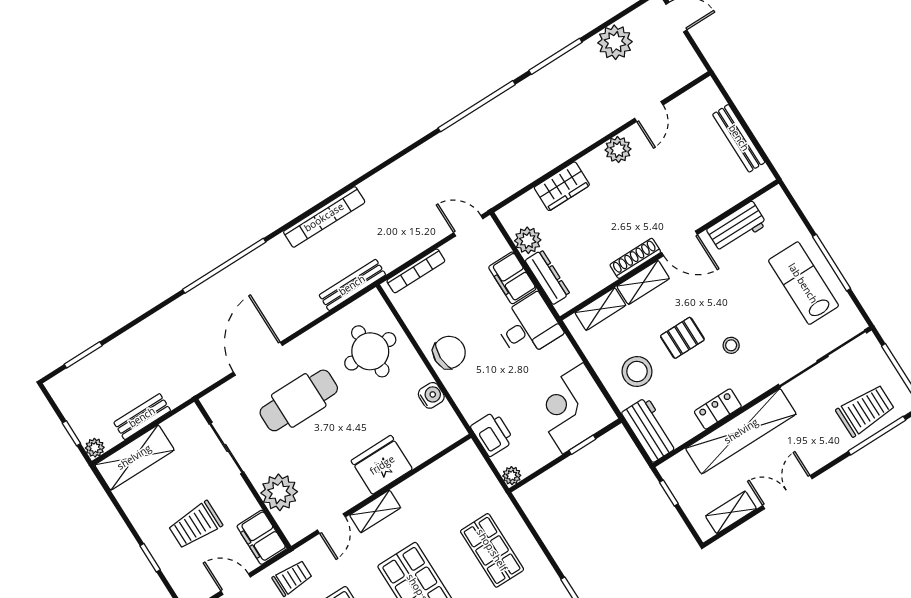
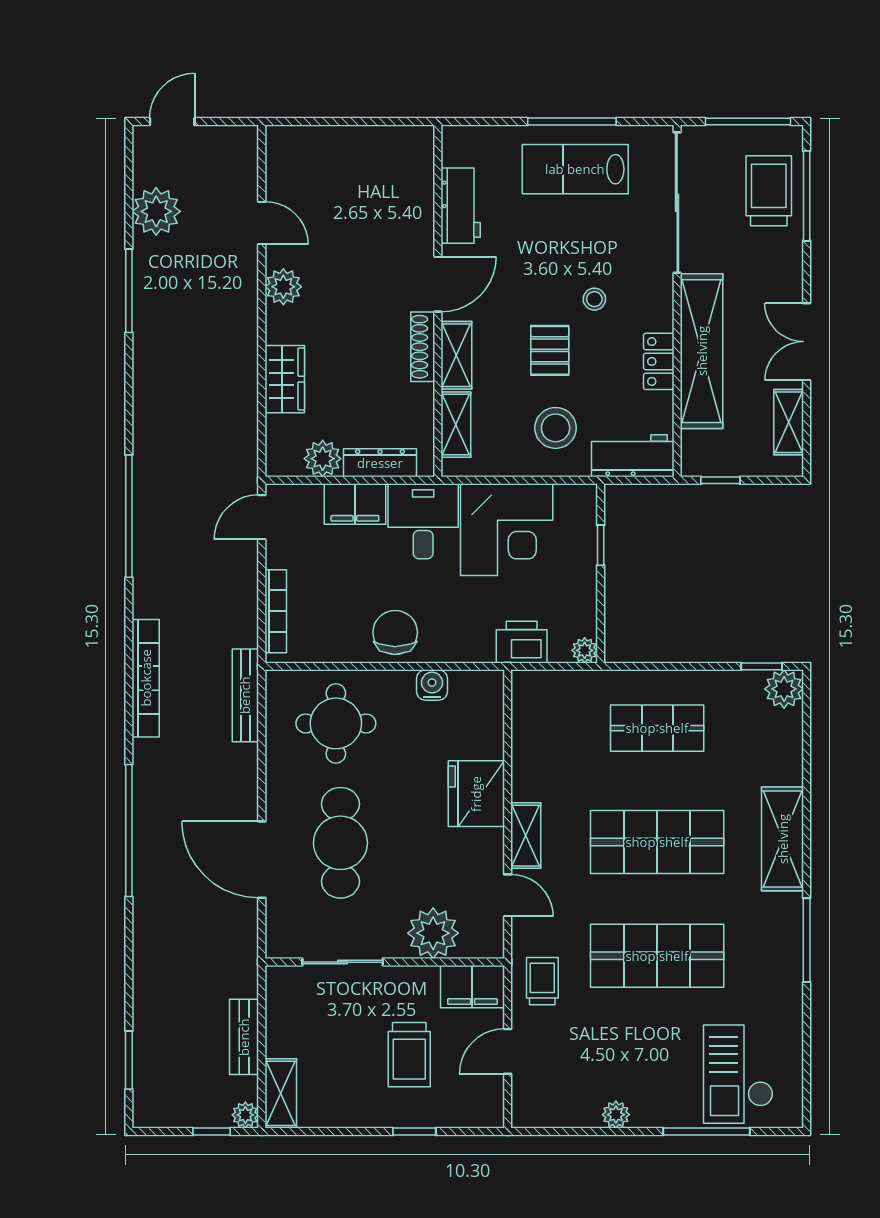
window: (477, 106) -> (129, 516), moved
bench: (739, 138) -> (359, 138), removed
corner desk: (573, 408) -> (507, 530), moved, turned -90
shelving: (134, 457) -> (281, 1093), width x0.67, depth x0.75

